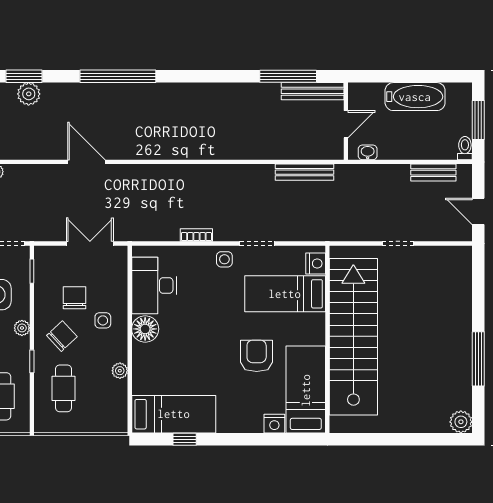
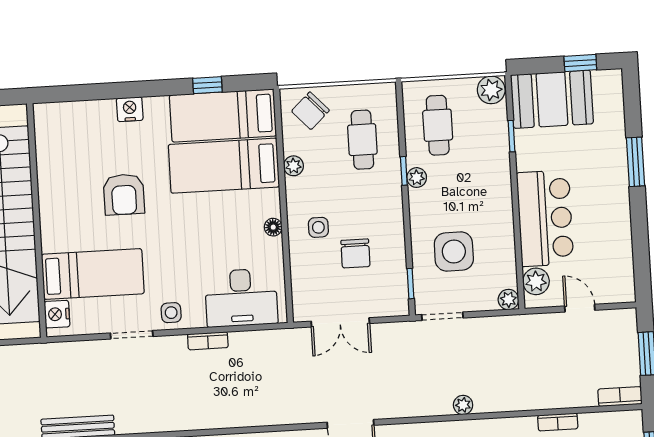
desk: (154, 286) -> (241, 298), moved, turned 90
plant: (22, 328) -> (417, 178), moved
floor lamp: (145, 329) -> (273, 227), width x0.53, depth x0.53
chair: (62, 336) -> (310, 111), moved
bed: (306, 390) -> (224, 166), moved, turned 90
nightstand: (274, 424) -> (130, 109), moved

